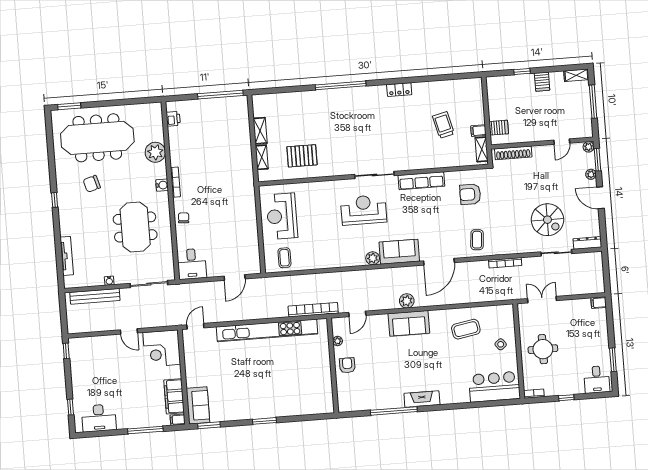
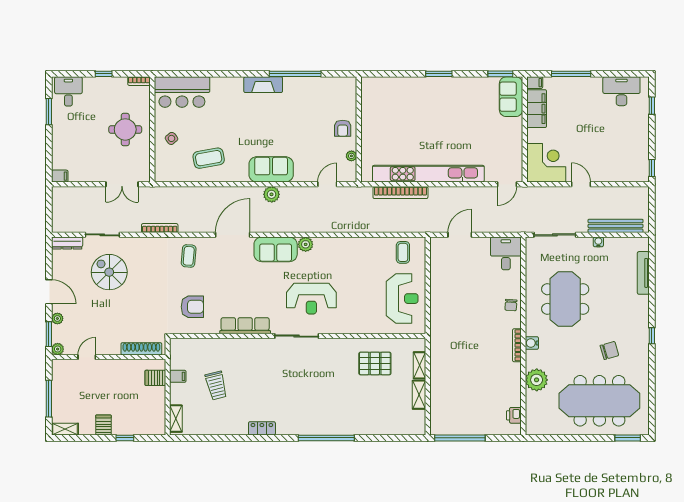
shelving: (482, 149) -> (176, 419), moved
bookcase: (313, 310) -> (400, 193), moved

